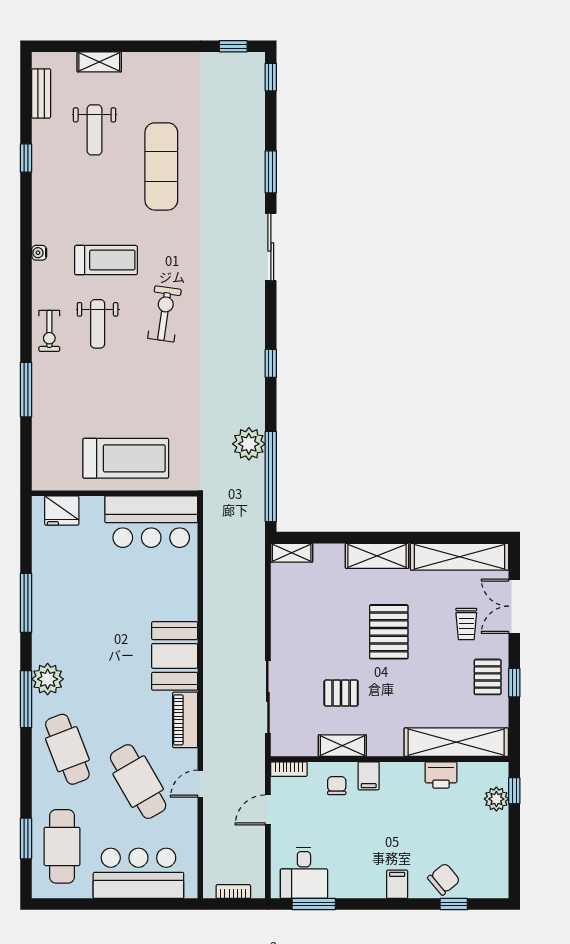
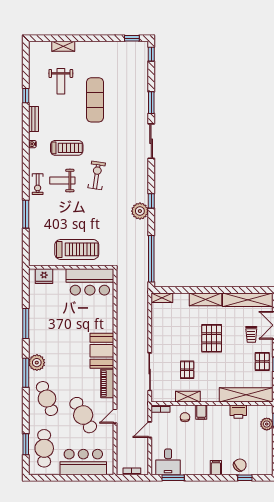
bench: (41, 93) -> (33, 119), moved
weight bench: (98, 324) -> (62, 181), turned 90
plant: (249, 444) -> (140, 211), moved
pallet: (341, 693) -> (187, 370), turned 90

